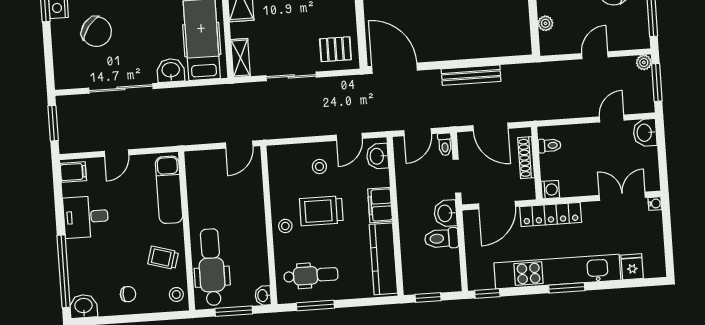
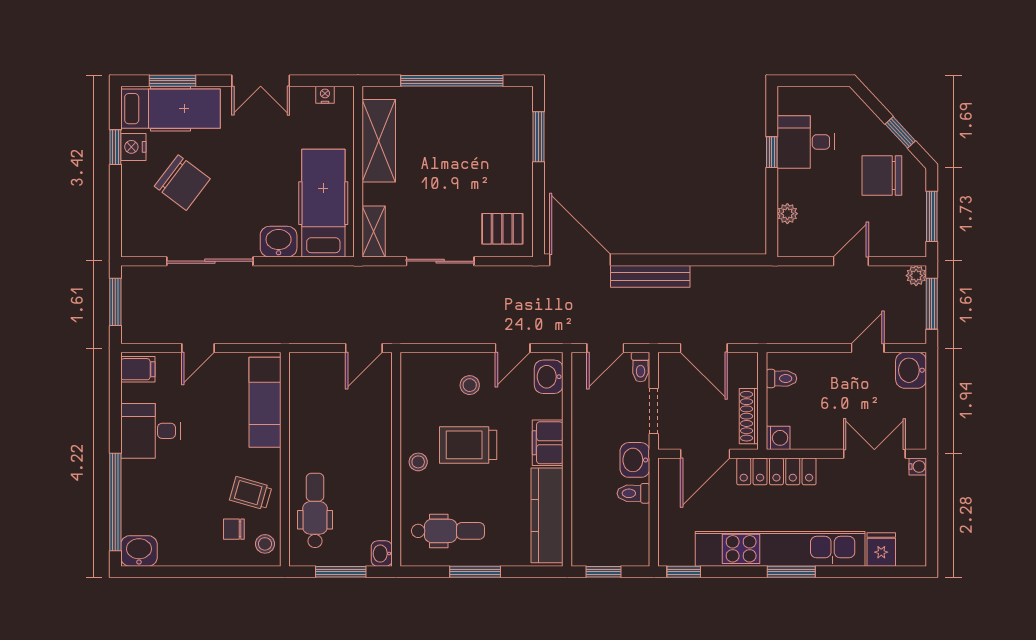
bench: (471, 75) -> (650, 276), moved
shoe rack: (526, 158) -> (749, 416), moved
toilet: (441, 238) -> (633, 493), width x0.73, depth x0.72
dental chair: (212, 267) -> (315, 510), width x0.73, depth x0.72
chair: (128, 294) -> (234, 529), moved, turned 180
window: (315, 305) -> (475, 572), moved

